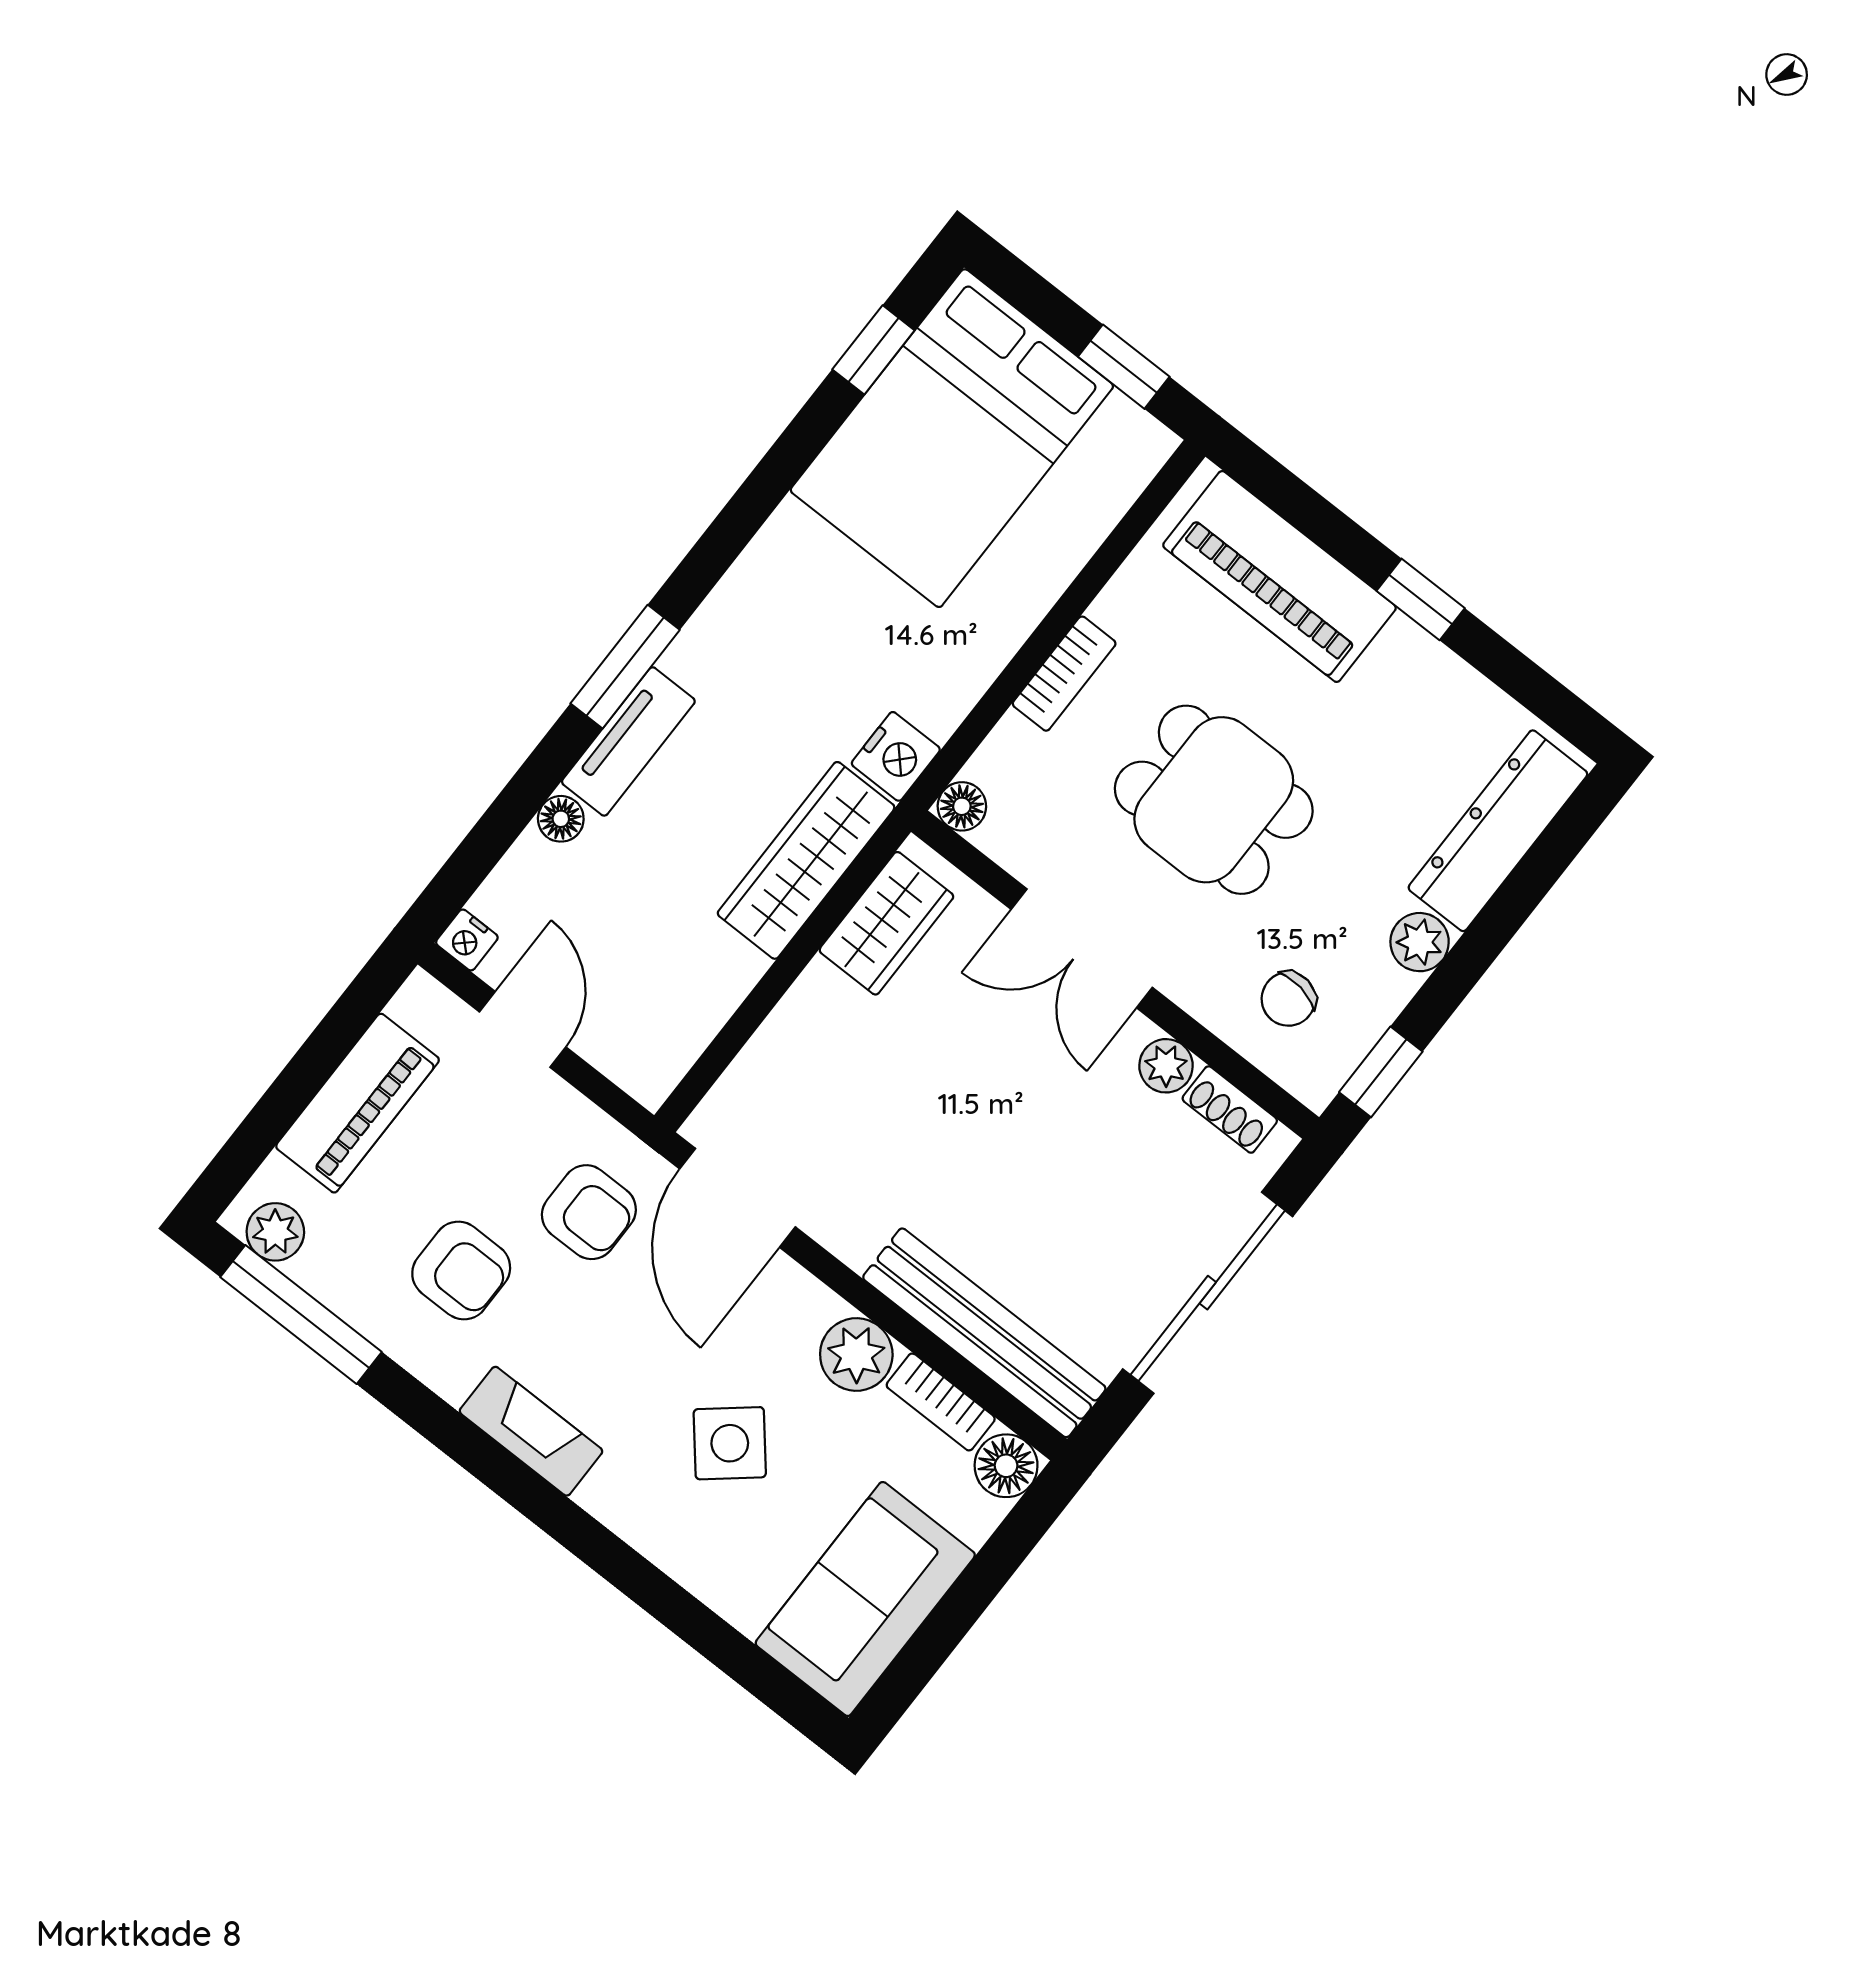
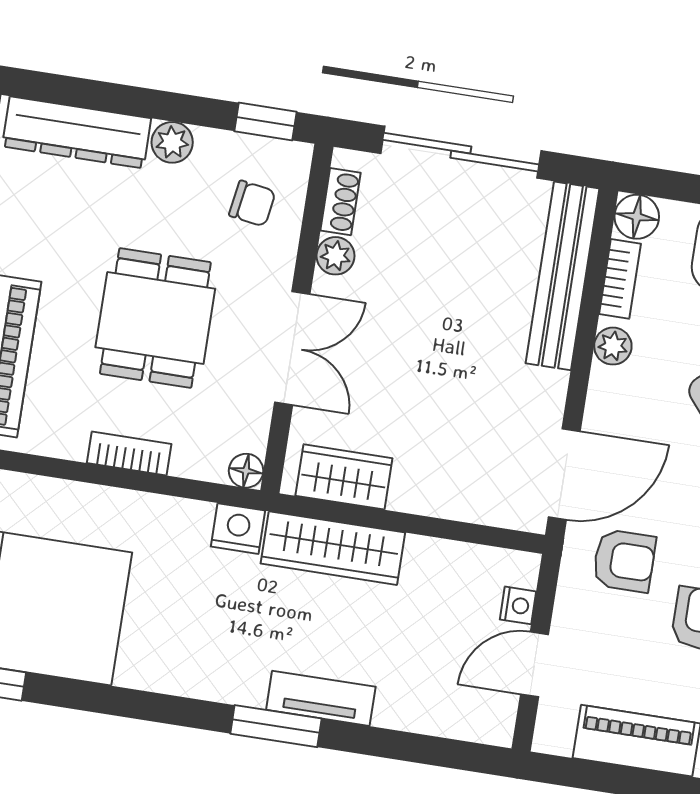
floor lamp: (561, 819) -> (392, 713), removed
nightstand: (467, 940) -> (518, 605), moved
armchair: (589, 1212) -> (624, 561), turned 90
plant: (856, 1355) -> (613, 346), width x0.73, depth x0.73

